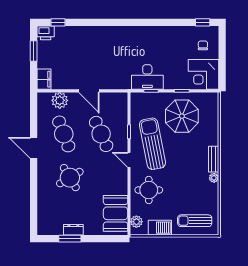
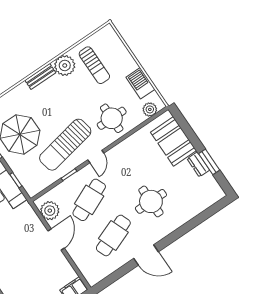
plant: (60, 100) -> (50, 211), moved
door: (34, 148) -> (146, 255), hinge flipped
round table: (70, 178) -> (151, 201), turned 31
plant: (214, 178) -> (65, 65), width x1.88, depth x1.88
booth: (116, 213) -> (173, 141), moved, turned 90
sun lounger: (195, 221) -> (94, 65), moved

